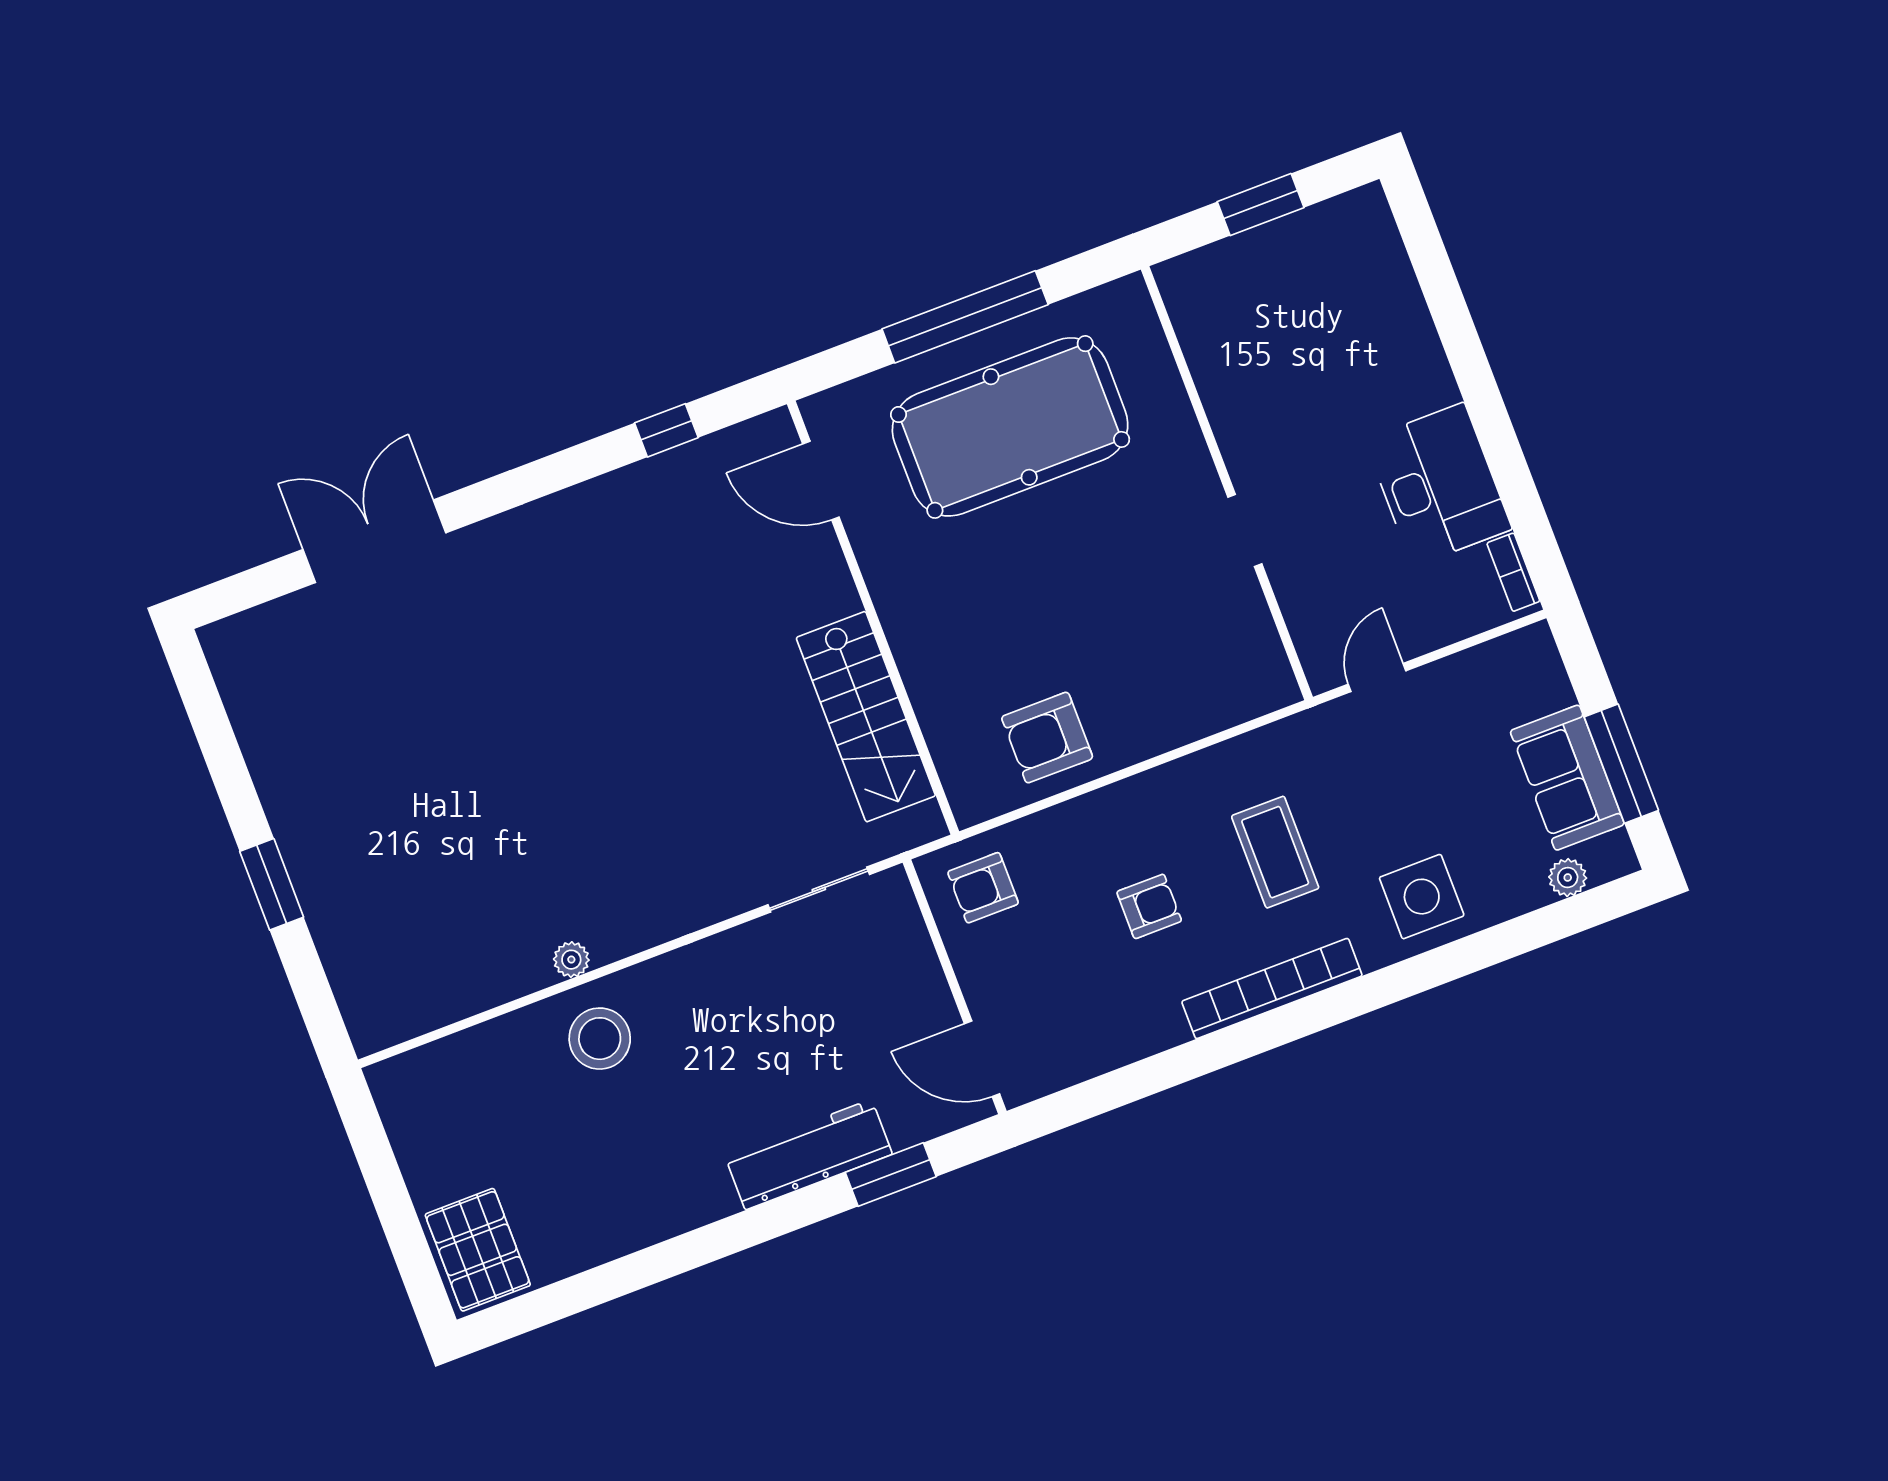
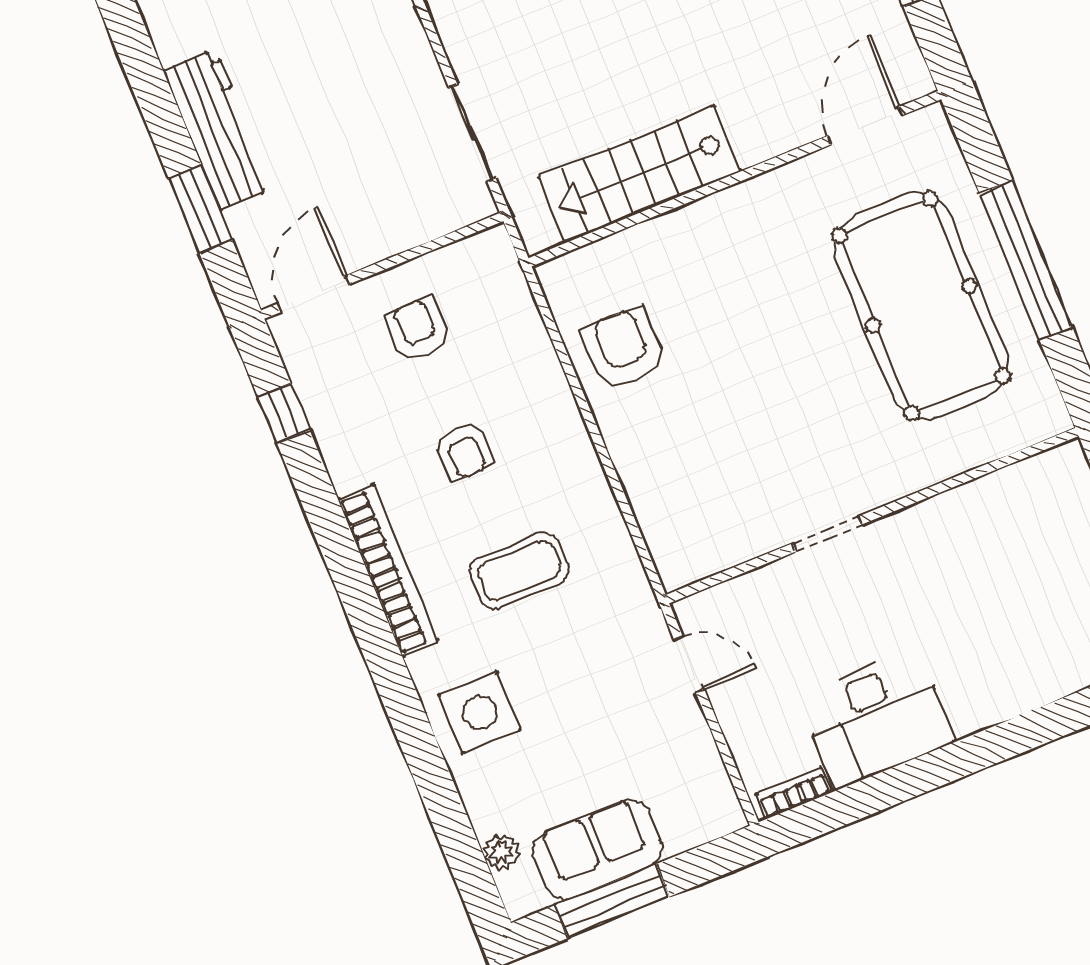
armchair: (983, 888) -> (417, 330), moved
window: (1106, 1093) -> (284, 413), added

